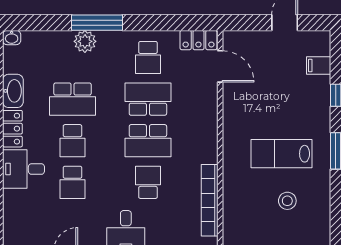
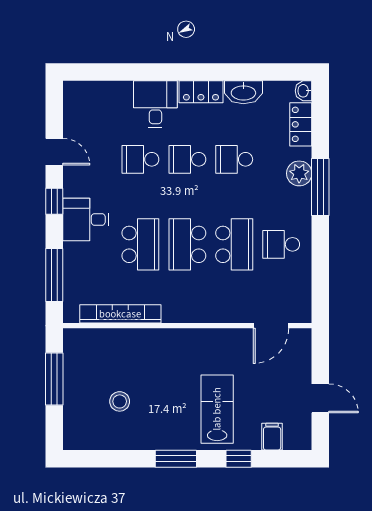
locker: (198, 40) -> (301, 124), moved
school desk: (72, 99) -> (234, 159), width x0.54
lab bench: (281, 154) -> (217, 409), moved
school desk: (148, 182) -> (140, 244), width x1.85

